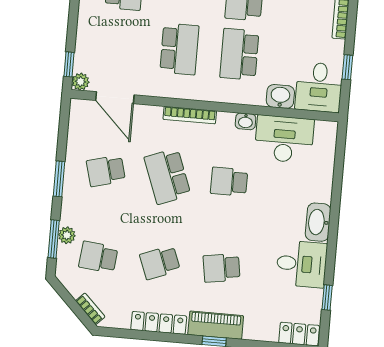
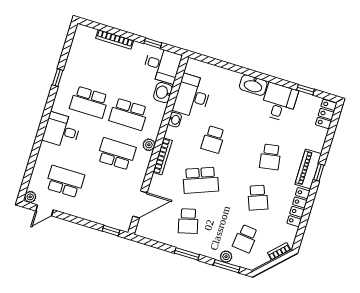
plant: (80, 82) -> (149, 145), moved

